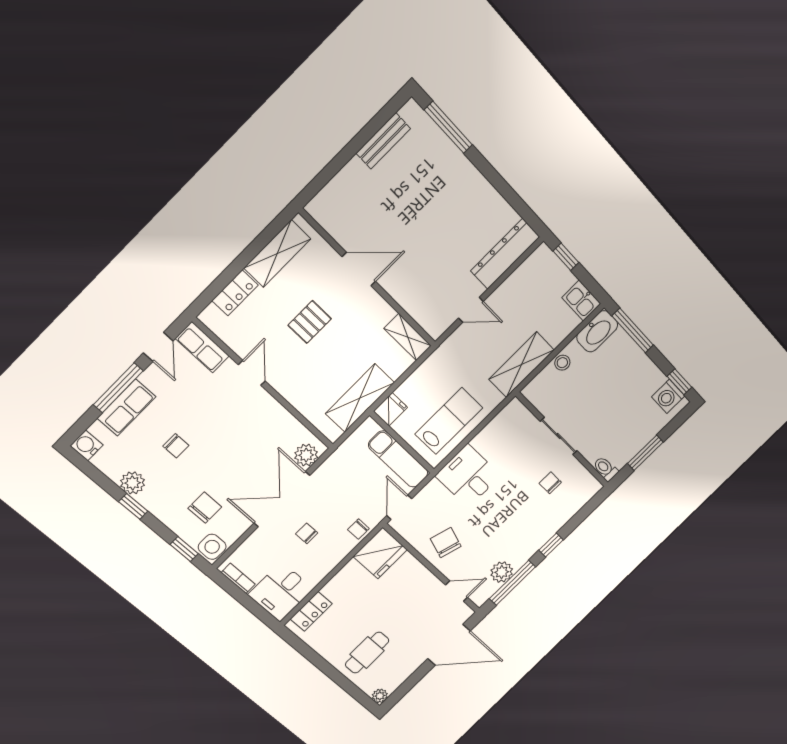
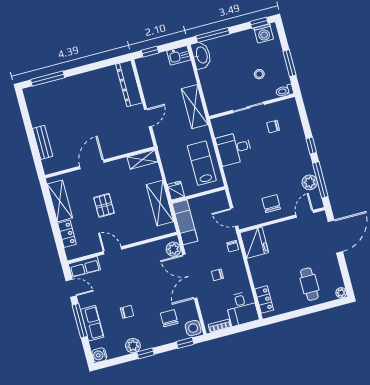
bench: (383, 141) -> (43, 142), moved
stool: (562, 363) -> (259, 74), moved
exam couch: (398, 459) -> (185, 222), moved, turned -90
desk: (468, 476) -> (234, 148), moved
chair: (446, 543) -> (271, 204), turned 73

